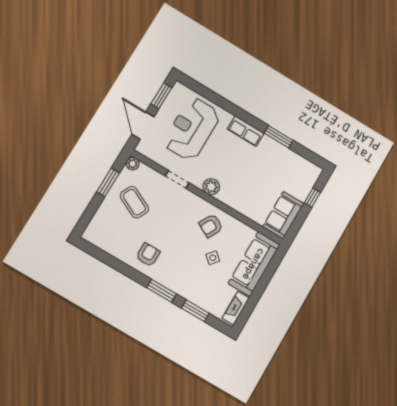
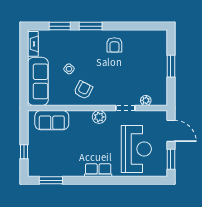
window: (279, 137) -> (51, 180), moved
plant: (133, 164) -> (146, 100), moved
window: (108, 182) -> (171, 66), moved
coffee table: (134, 202) -> (145, 75), removed
sofa: (283, 215) -> (52, 120), moved, turned 90

